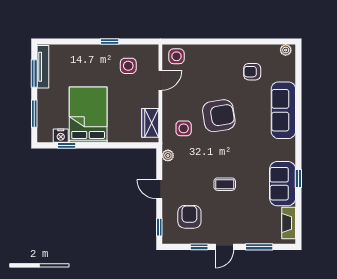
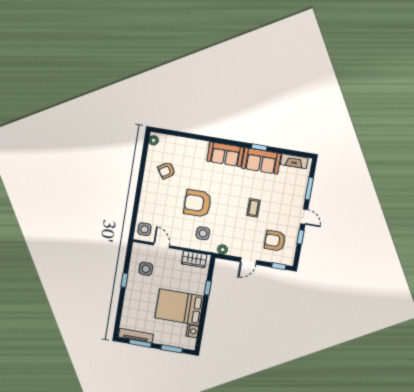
armchair: (252, 72) -> (167, 171), turned 56
sofa: (283, 110) -> (225, 154), moved, width x0.73
armchair: (219, 116) -> (198, 203), turned -81
window: (67, 145) -> (208, 288), moved

